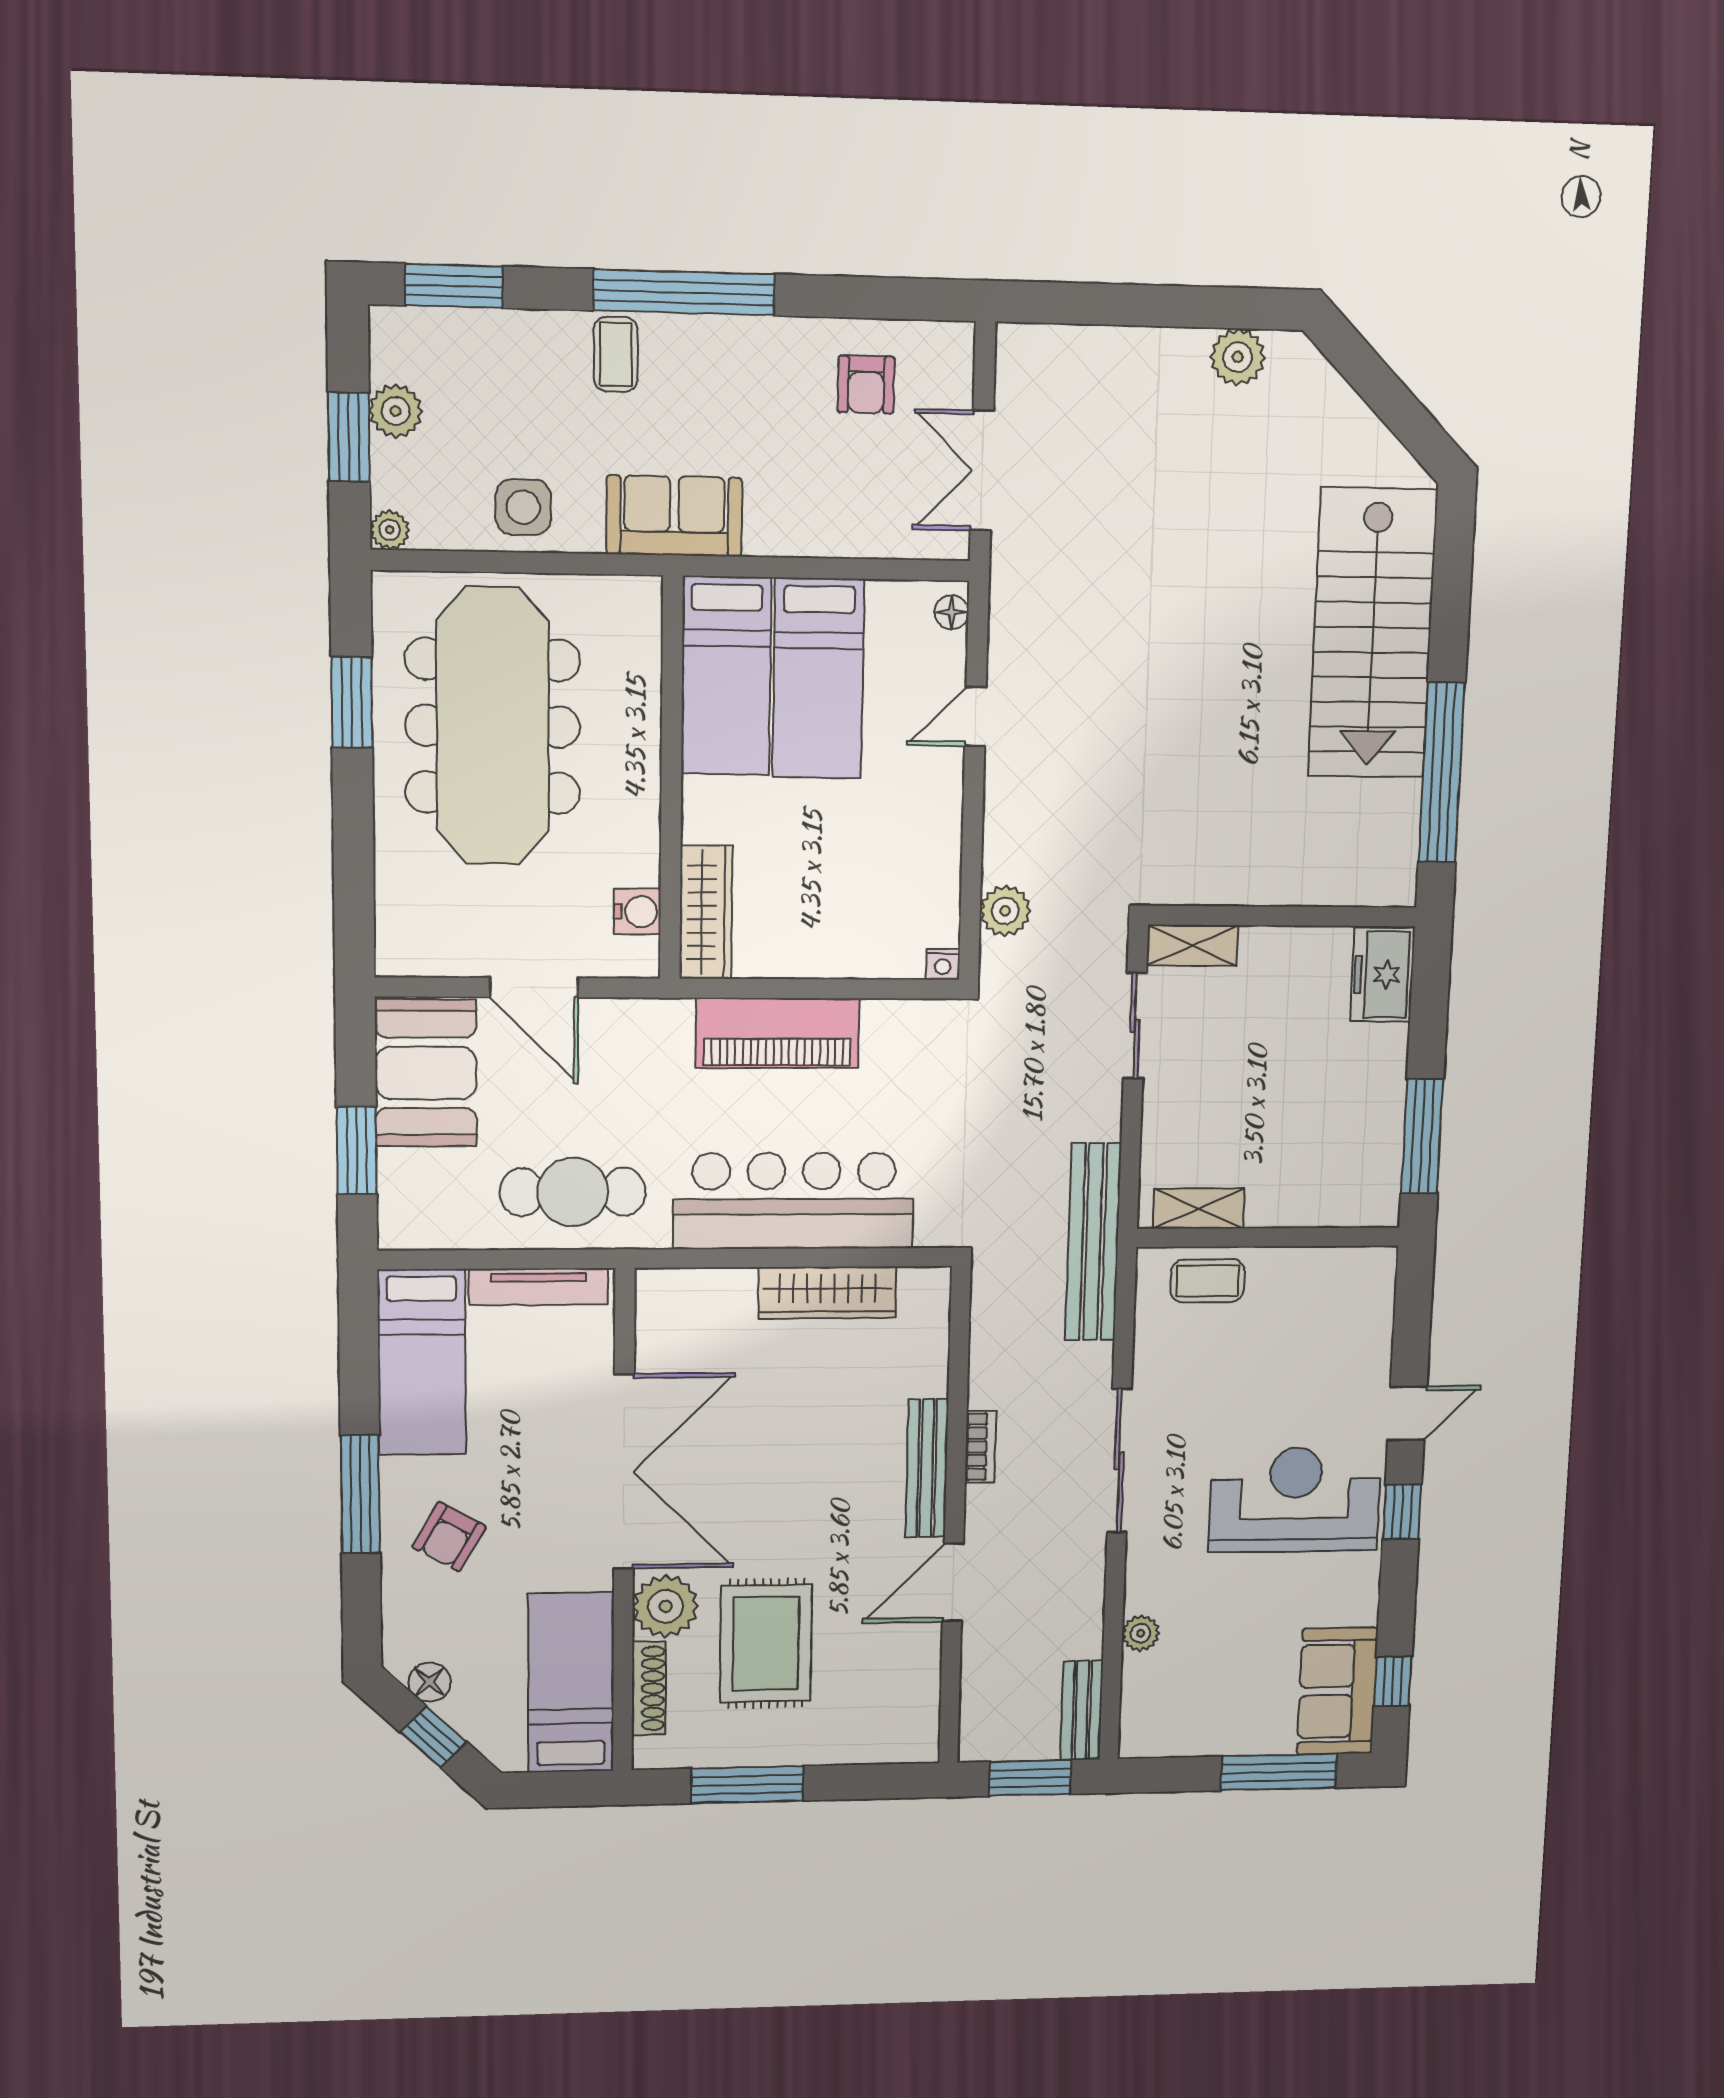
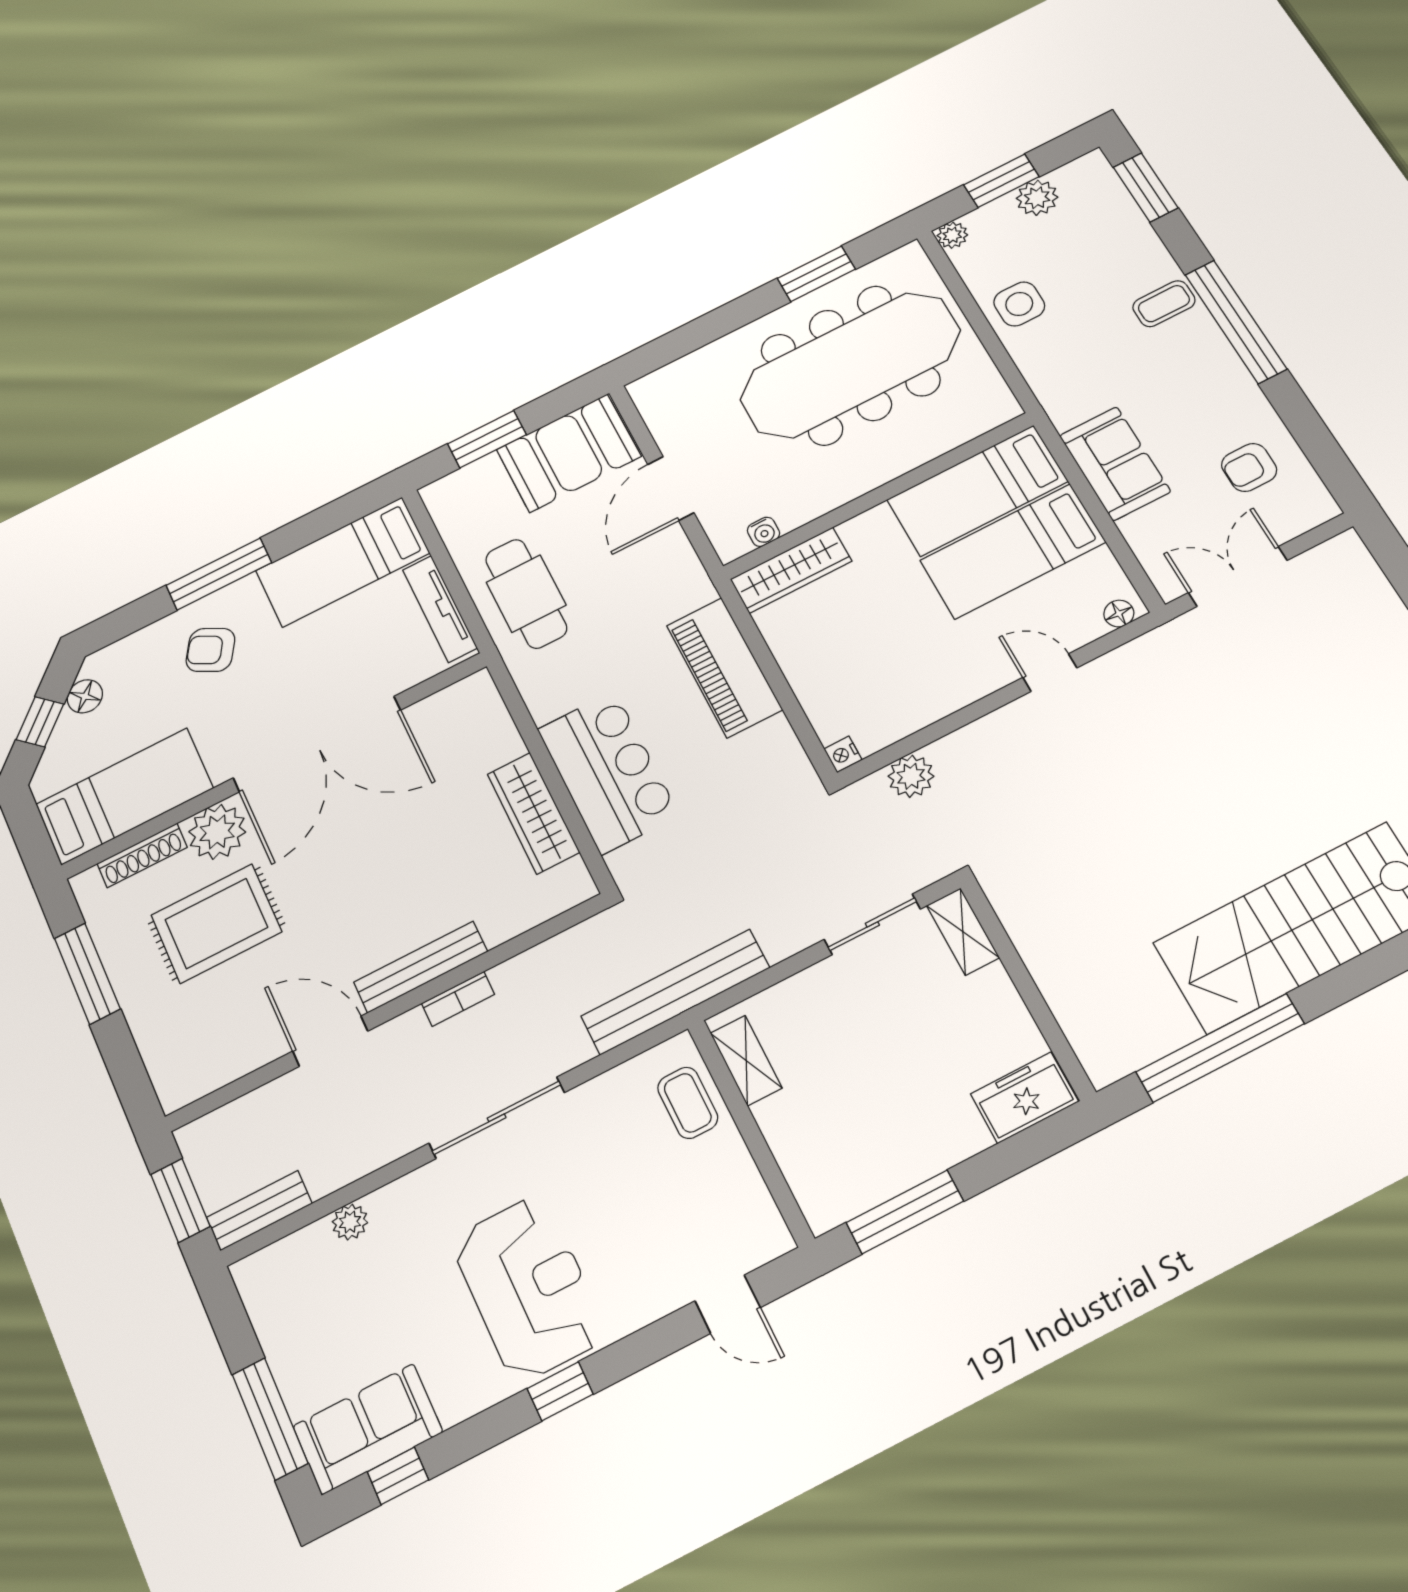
sofa: (674, 516) -> (1115, 464), moved
water cooler: (637, 912) -> (763, 532), width x0.72, depth x0.72
bar counter: (794, 1201) -> (608, 772), width x0.73
door: (1407, 1413) -> (727, 1304), moved

